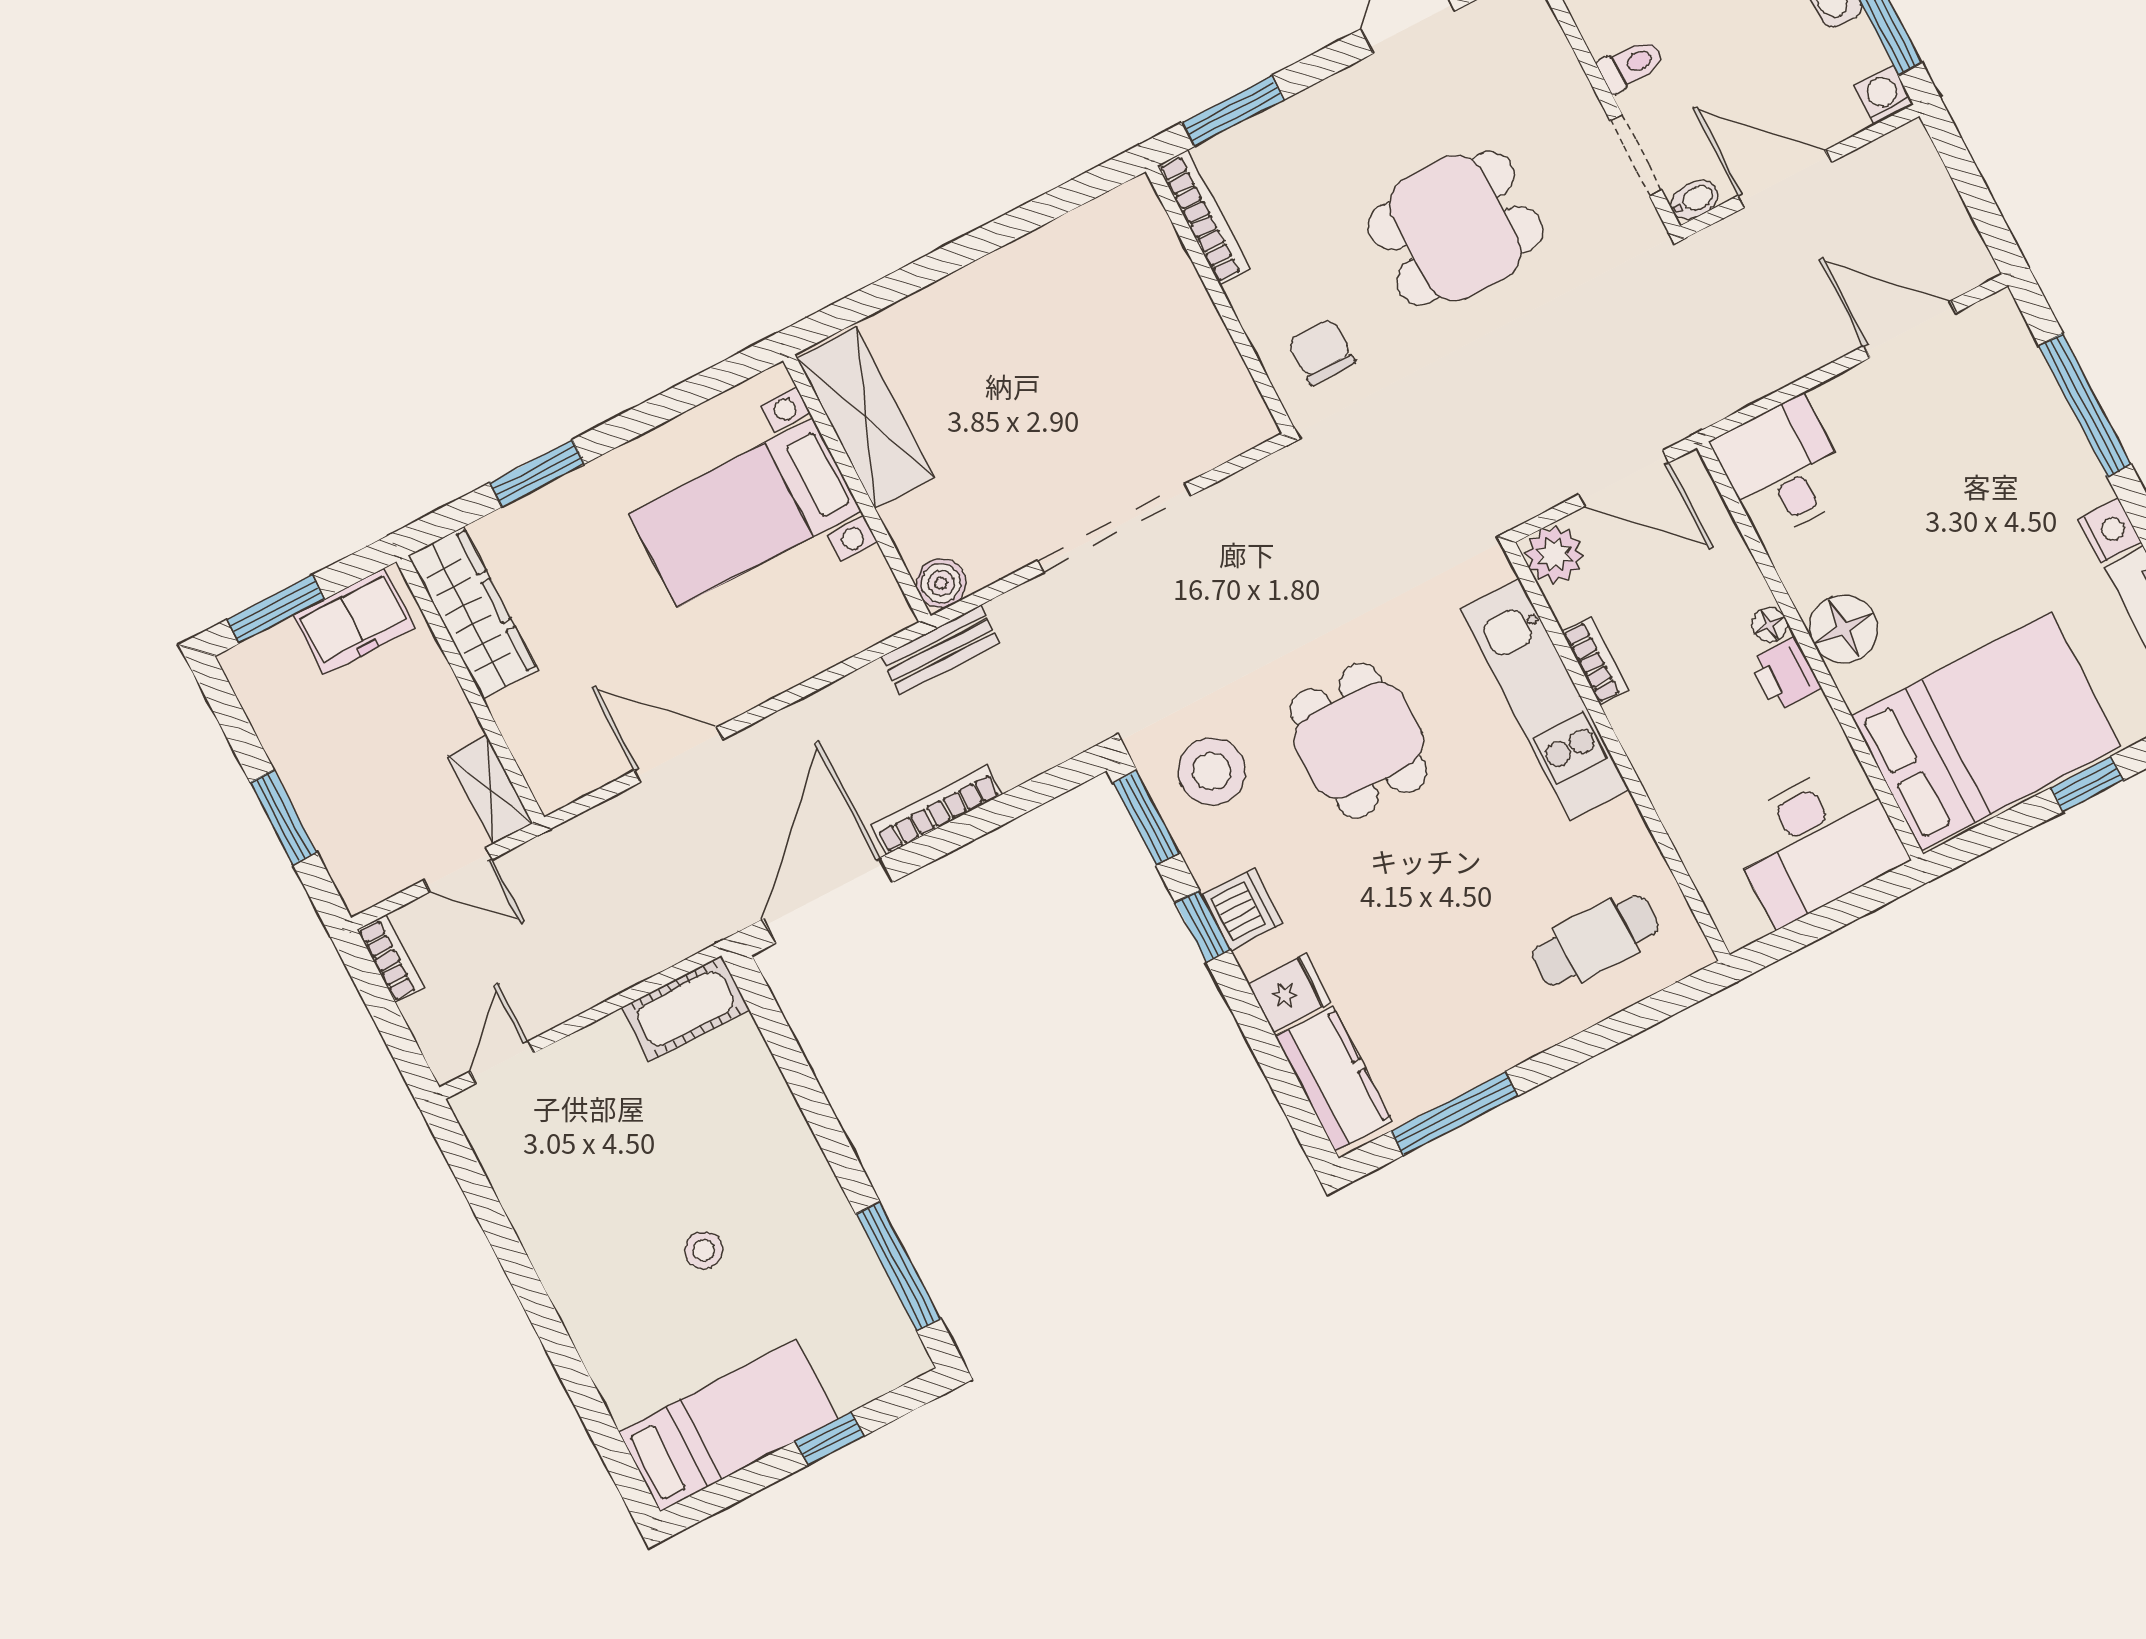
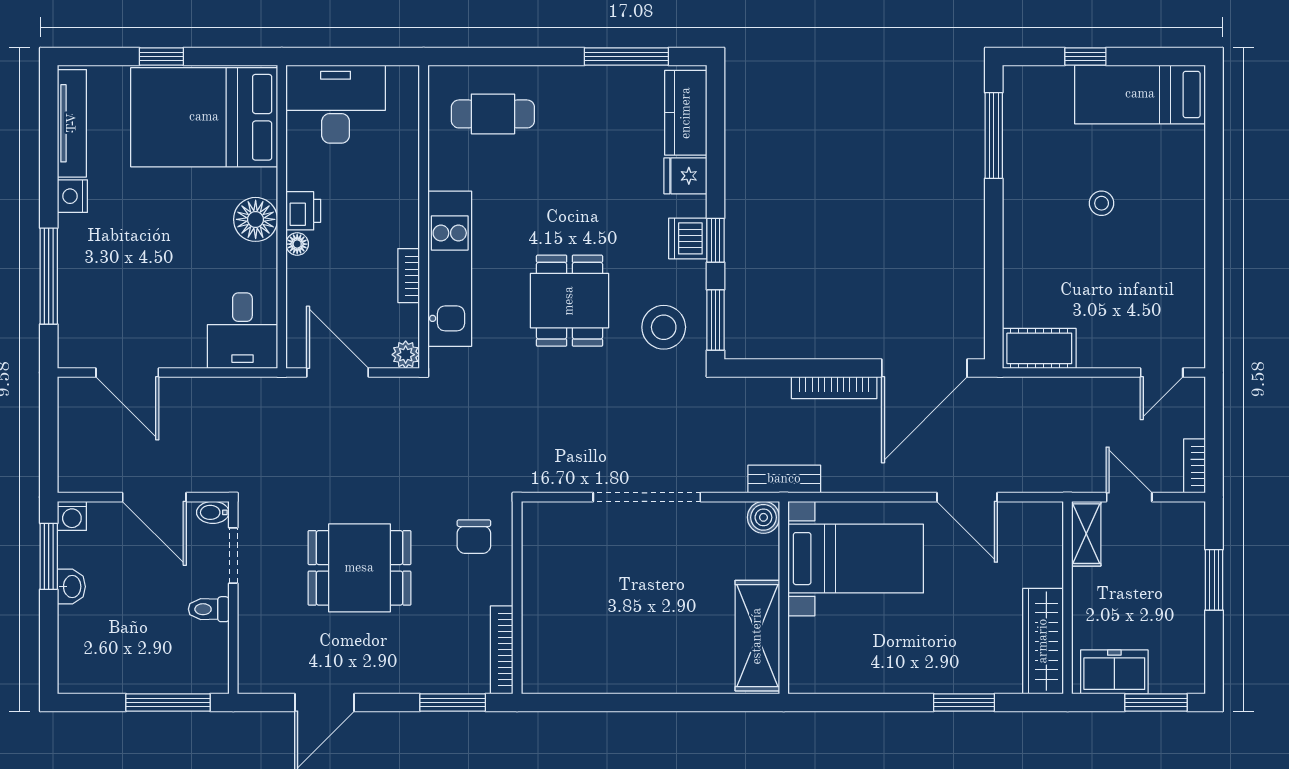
bed with nightstands: (745, 512) -> (856, 559), moved
plant: (1554, 555) -> (406, 355), width x0.73, depth x0.73

